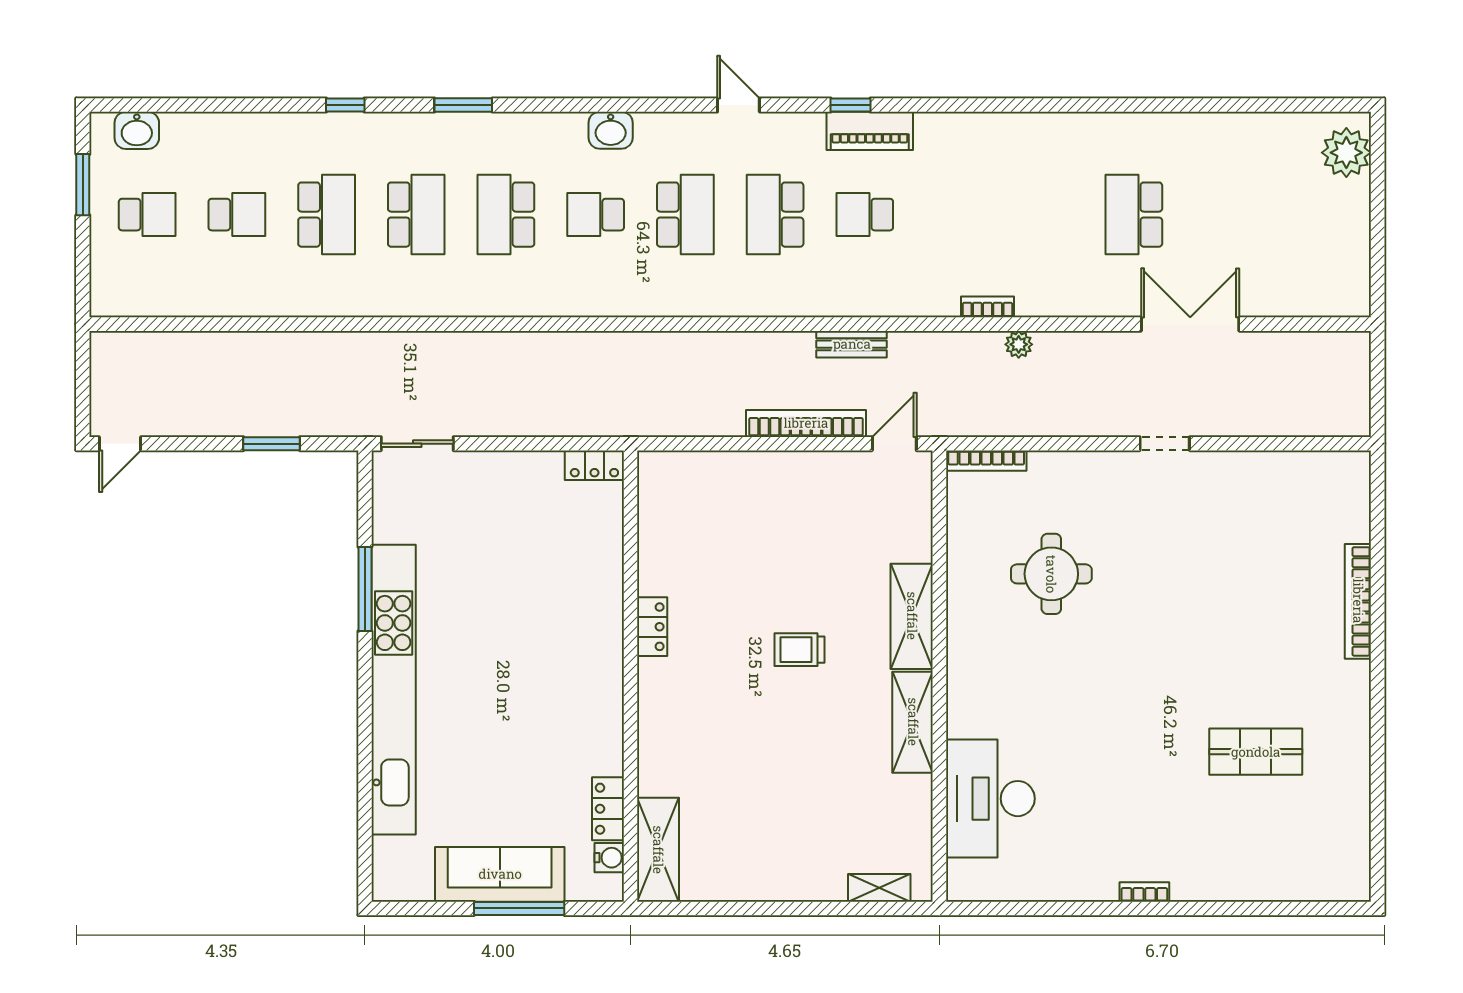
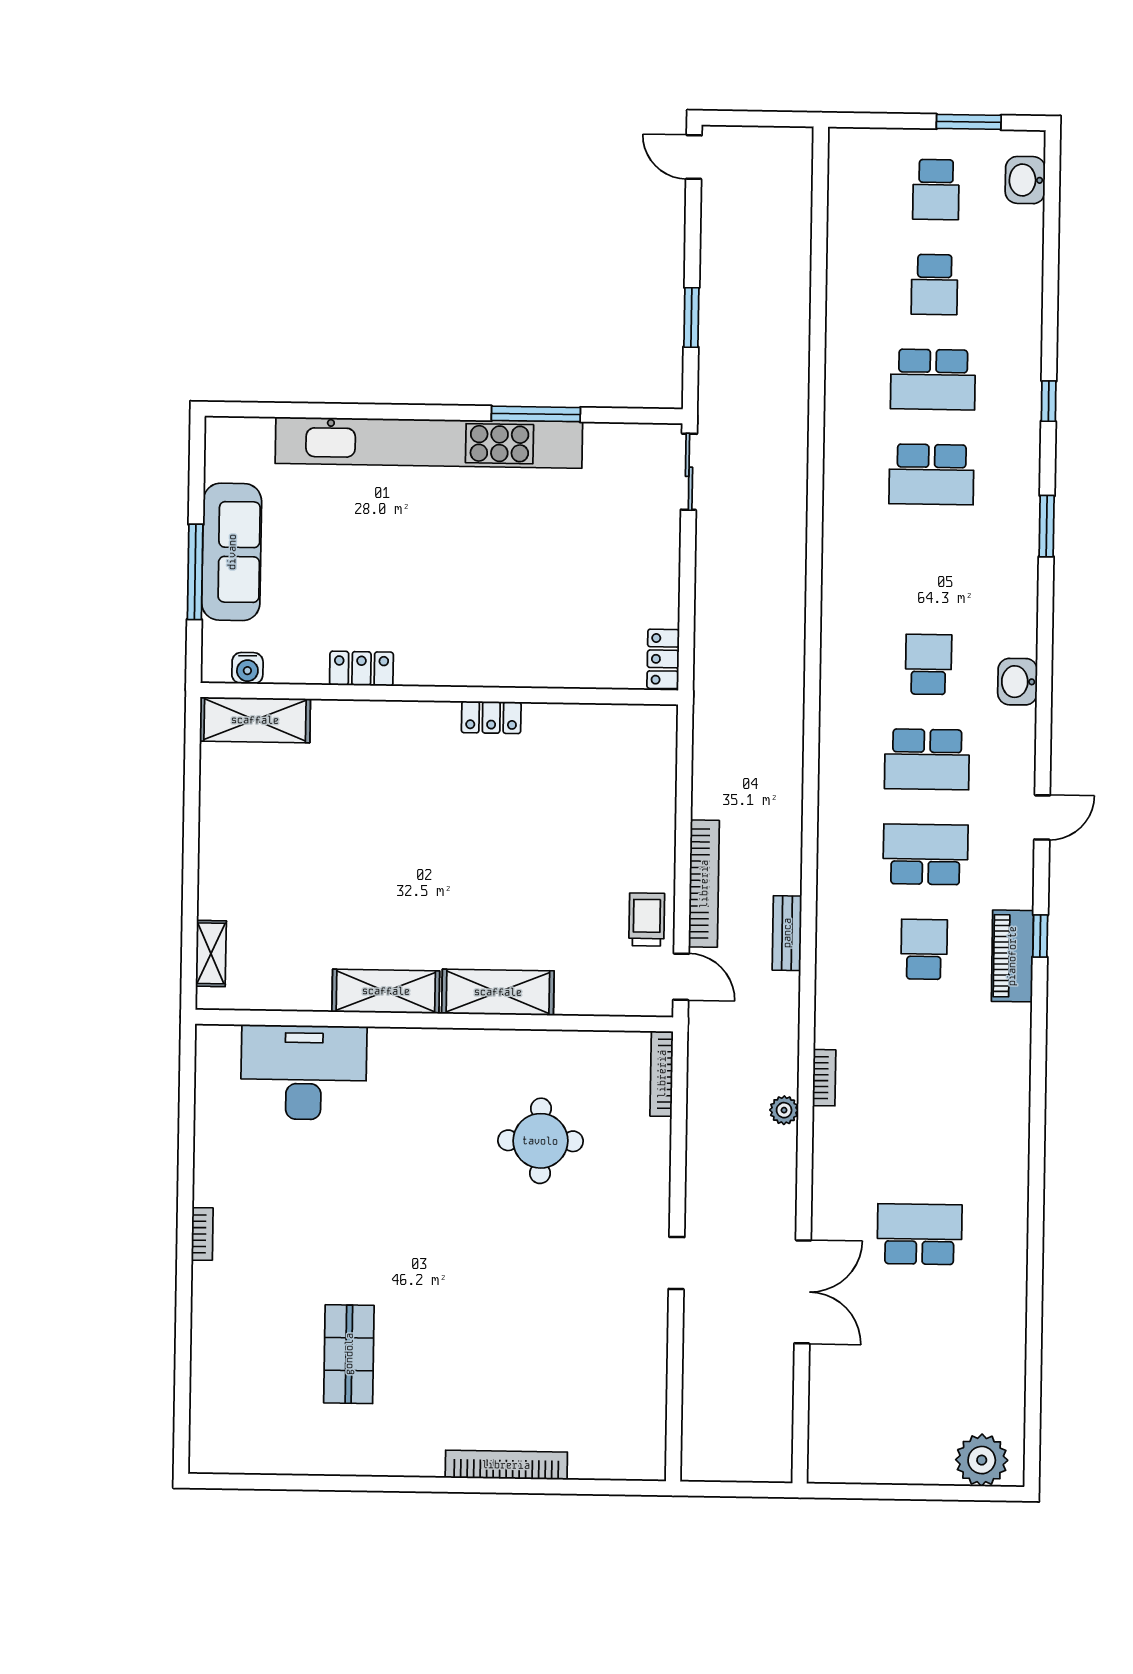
school desk: (506, 215) -> (930, 569), removed
trolley: (799, 650) -> (647, 920), moved
locker: (608, 809) -> (361, 669), moved

